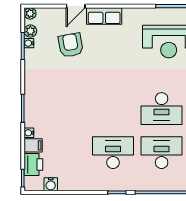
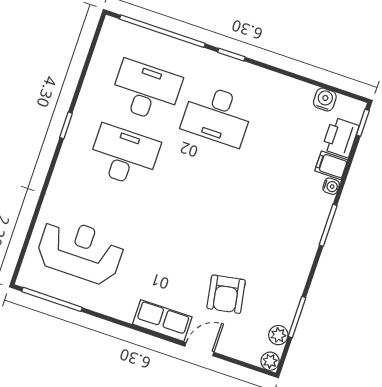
water cooler: (29, 43) -> (287, 318), removed
desk: (162, 153) -> (146, 91), turned 180

